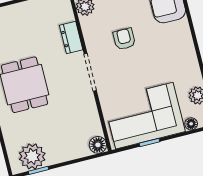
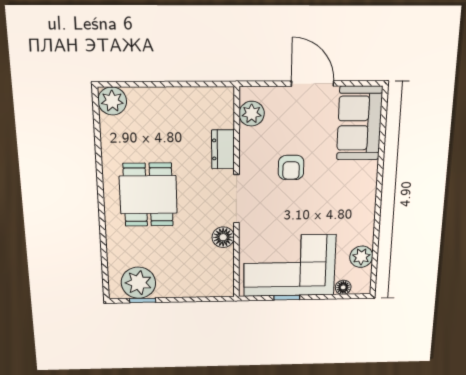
armchair: (124, 39) -> (291, 168), turned 180
floor lamp: (98, 145) -> (223, 237), moved

